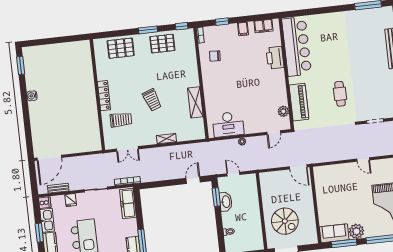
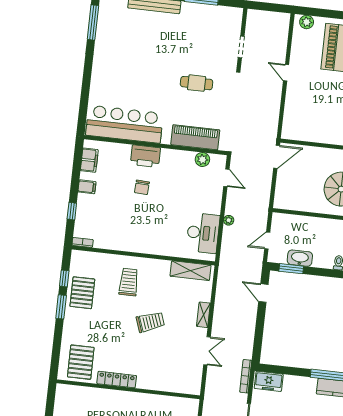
window: (182, 26) -> (64, 278), moved
pallet: (121, 48) -> (81, 362), moved
chair: (215, 56) -> (142, 187), moved
printer: (275, 58) -> (145, 156), moved
locker: (104, 96) -> (117, 380), moved
shelving: (195, 102) -> (191, 271), moved
trolley: (121, 120) -> (129, 282), moved
double door: (127, 149) -> (207, 351), moved
door: (363, 160) -> (286, 73), swing flipped
freezer: (128, 203) -> (269, 381), width x0.71

